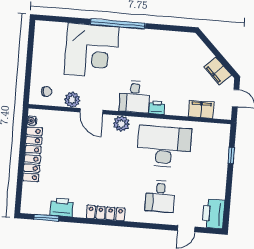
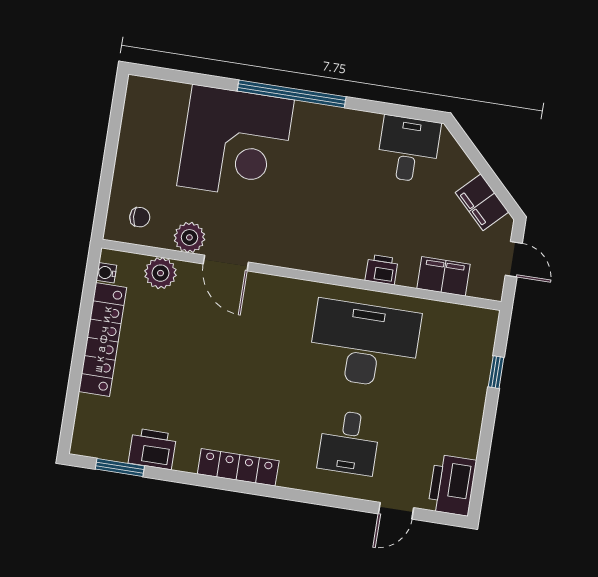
desk: (135, 97) -> (408, 149), moved, turned 180
printer: (157, 107) -> (382, 270), moved
plant: (121, 124) -> (161, 273), moved

